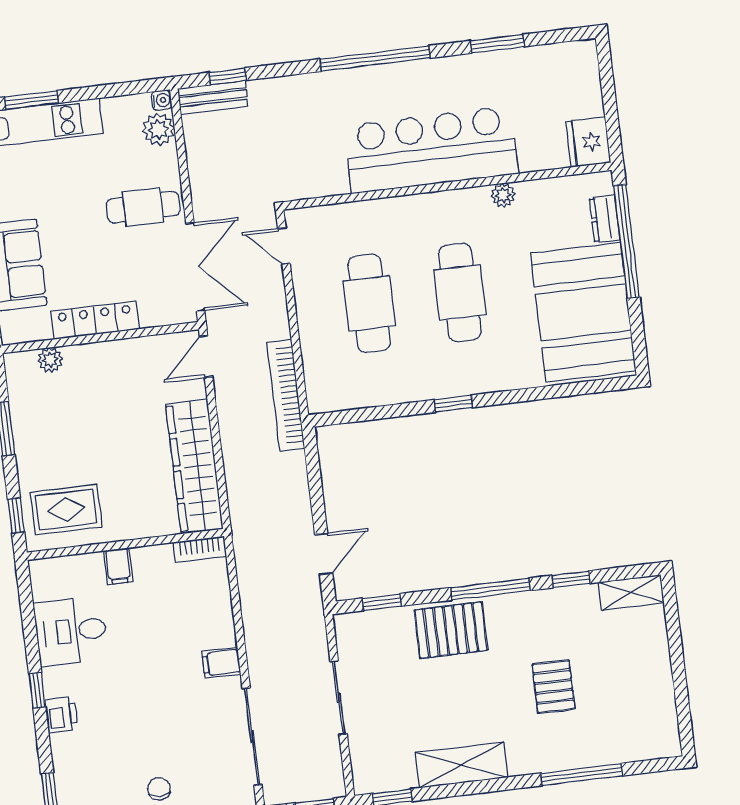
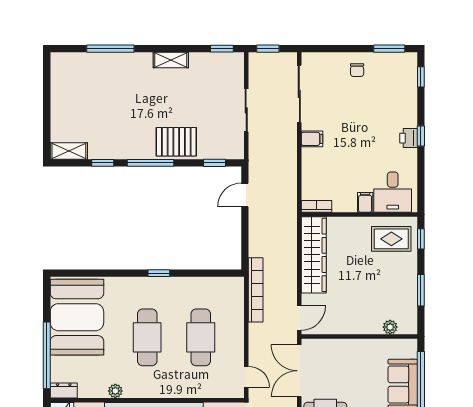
dresser: (605, 219) -> (64, 390), moved, turned -90
locker: (95, 320) -> (361, 347), removed
desk: (71, 631) -> (393, 192), moved, turned 90
pallet: (553, 687) -> (121, 102), removed
printer: (61, 714) -> (409, 138), moved
shelving: (462, 765) -> (171, 60), width x0.67, depth x0.75

